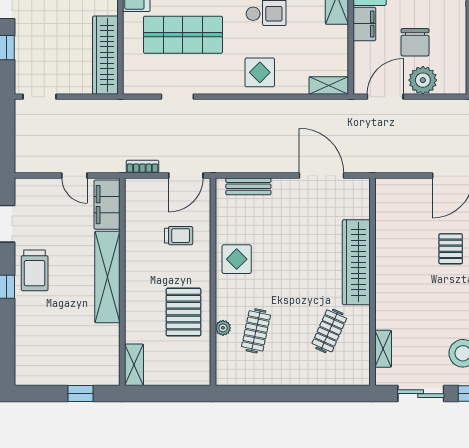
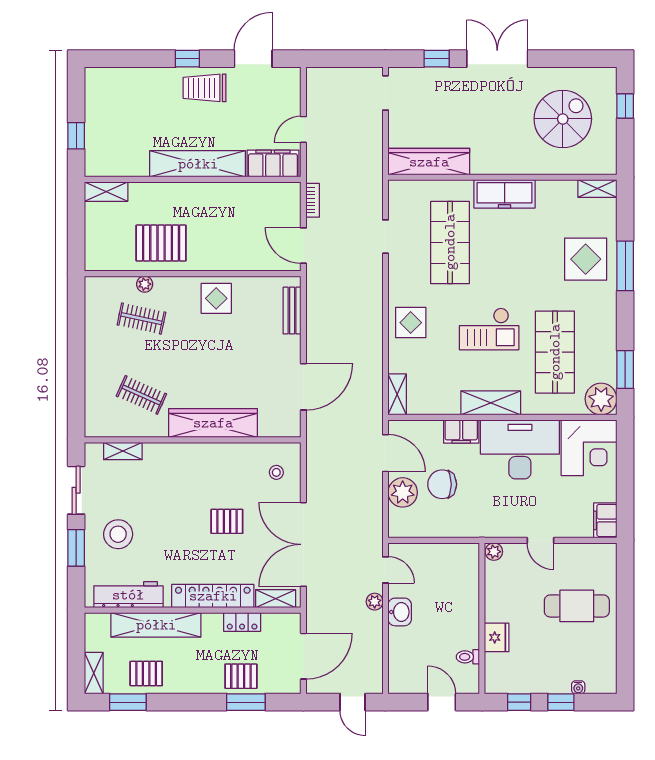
stool: (404, 201) -> (276, 472), added
trolley: (179, 236) -> (241, 238), removed

